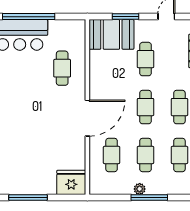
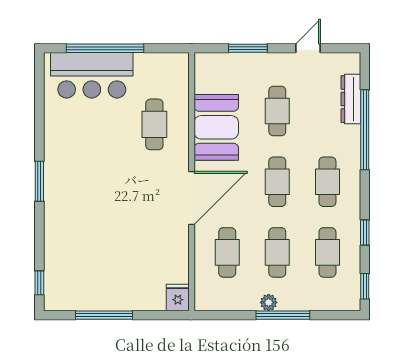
booth: (111, 34) -> (216, 127), moved, turned 90
fridge: (71, 182) -> (178, 297), width x0.53, depth x0.75

